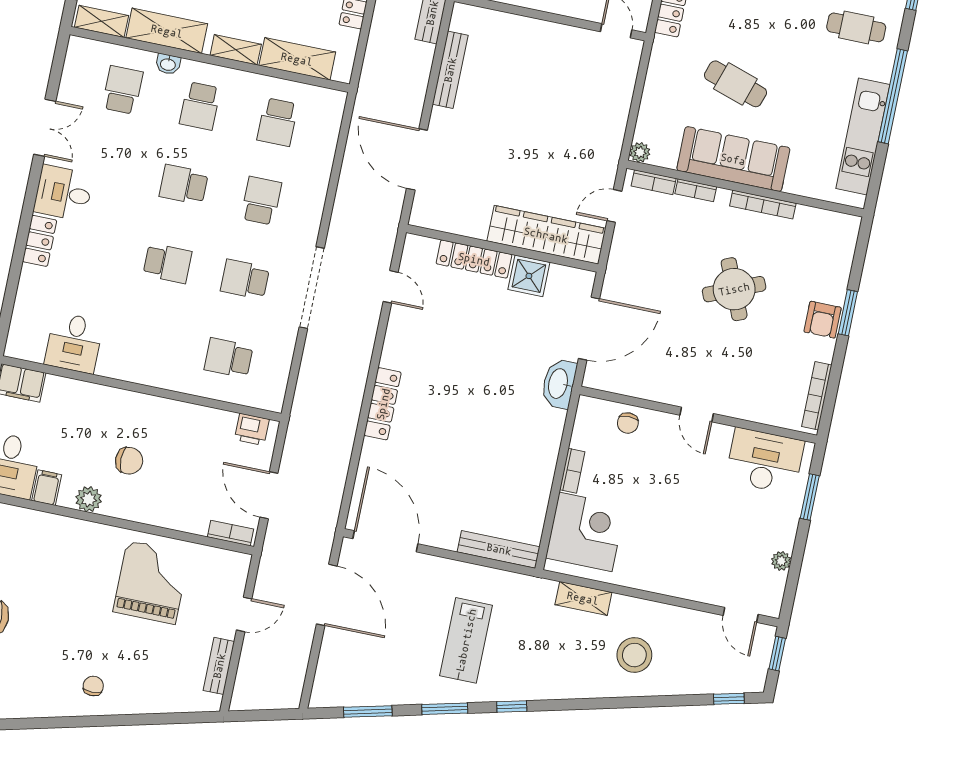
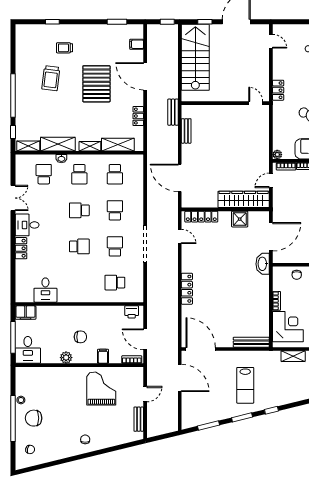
bench: (450, 70) -> (186, 131), width x0.73
locker: (474, 259) -> (201, 217), moved
school desk: (245, 279) -> (115, 246), turned 90
filing cabinet: (47, 488) -> (103, 356), moved

